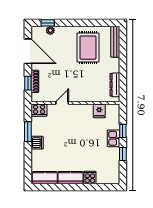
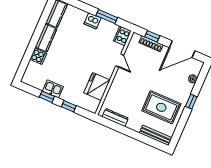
window: (48, 23) -> (191, 102), moved
fridge: (99, 111) -> (97, 86), width x1.88, depth x1.34
kitchen sink: (113, 138) -> (53, 89), moved

